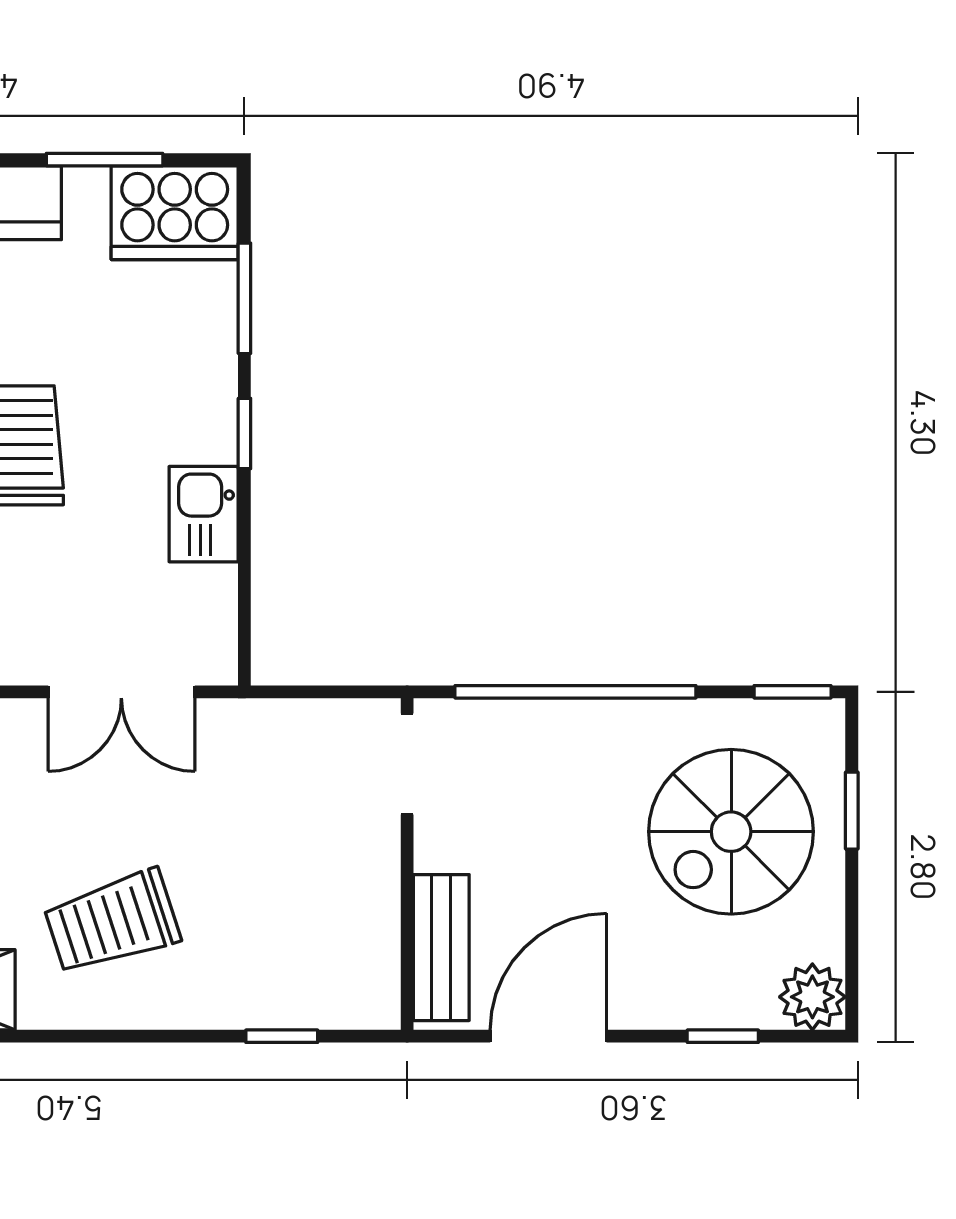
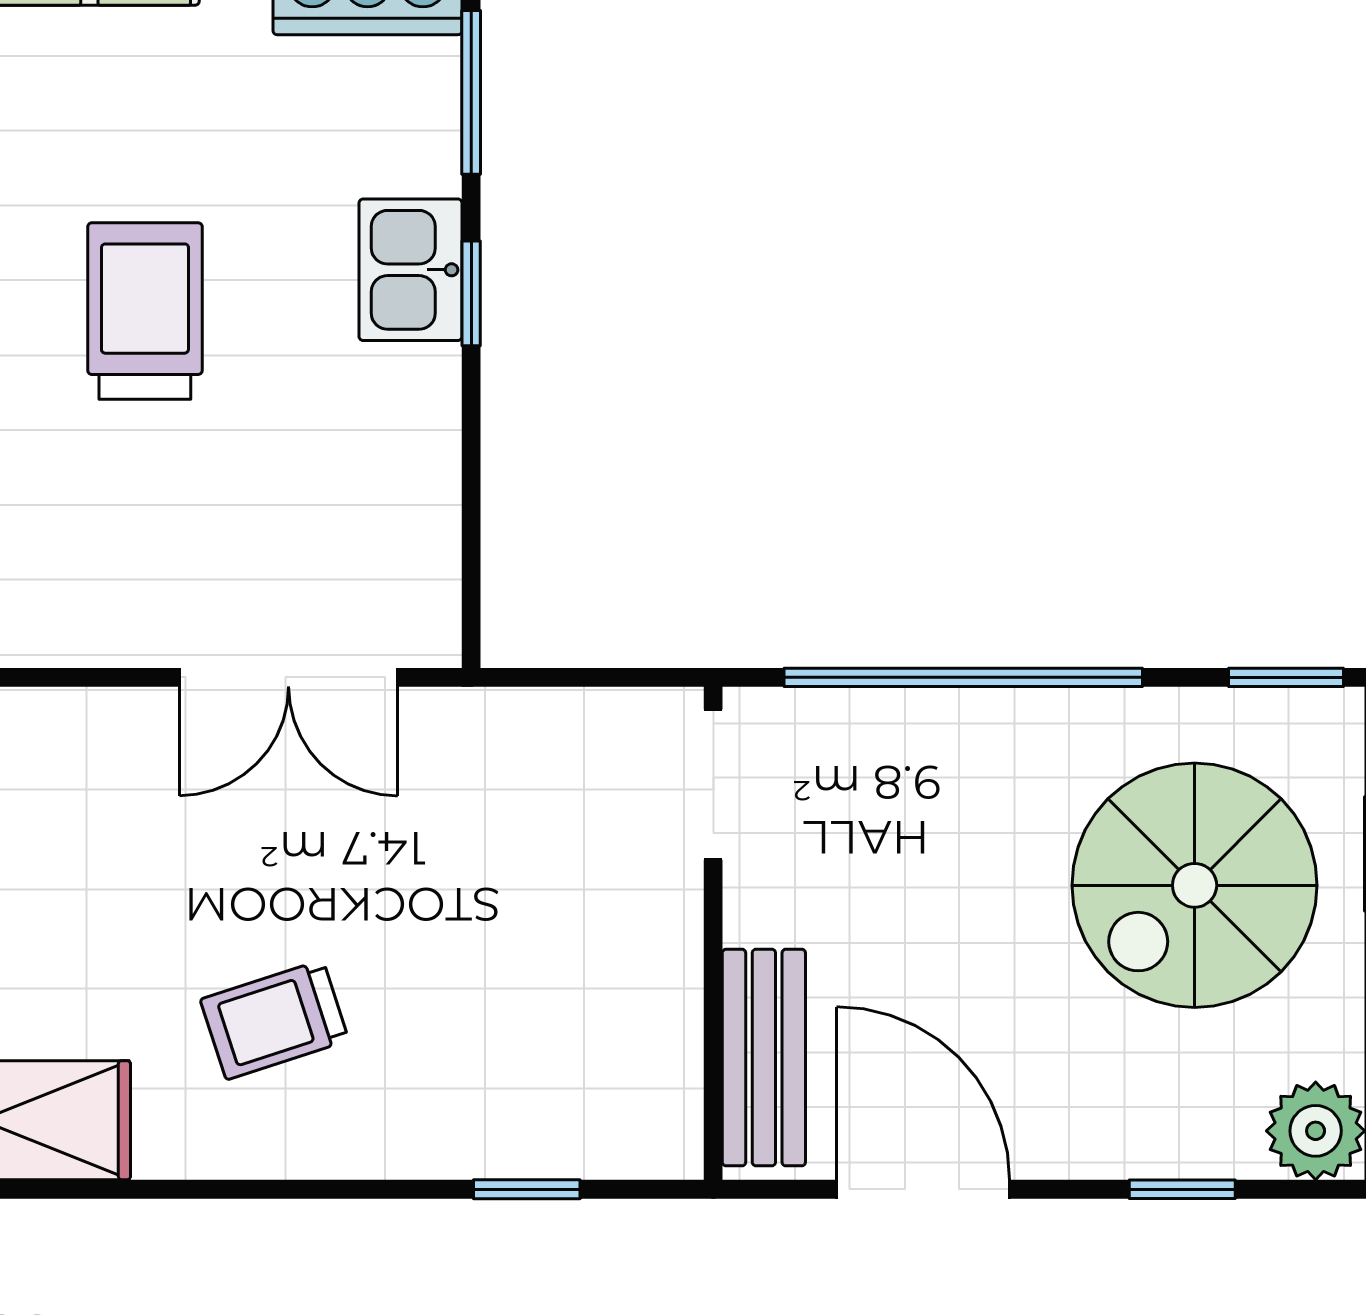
kitchen sink: (204, 514) -> (410, 270), moved
trolley: (112, 922) -> (274, 1020), width x0.73, depth x0.72
door: (548, 1036) -> (923, 1189), hinge flipped

